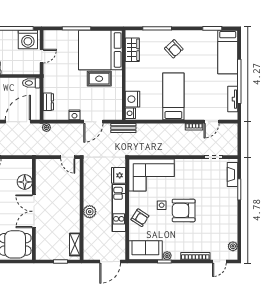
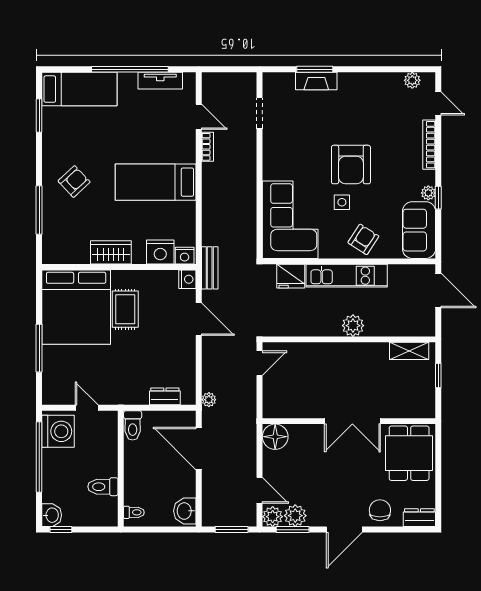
wardrobe: (132, 50) -> (111, 252), moved
nightstand: (74, 115) -> (187, 279), moved
fireplace: (232, 174) -> (316, 81), moved
floor lamp: (25, 182) -> (275, 437), moved

